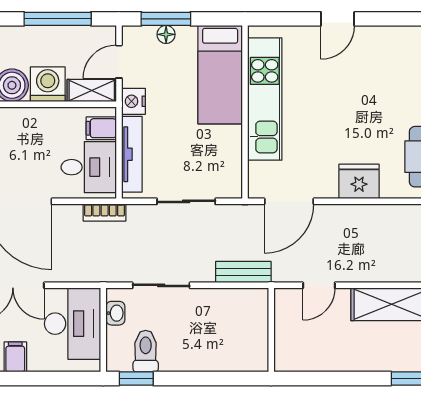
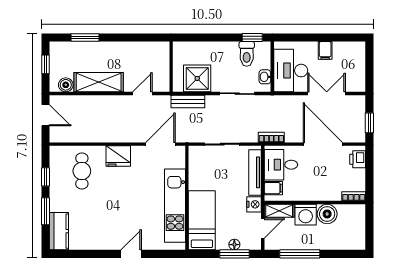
shower: (228, 310) -> (197, 78), added

